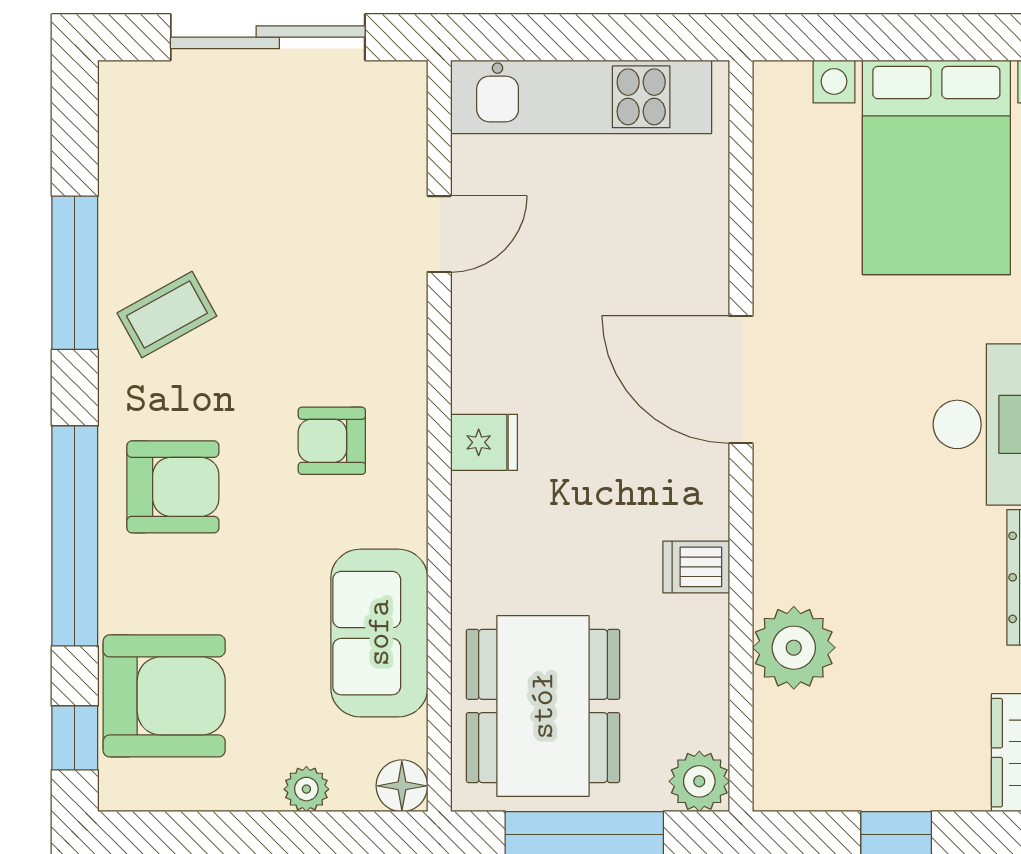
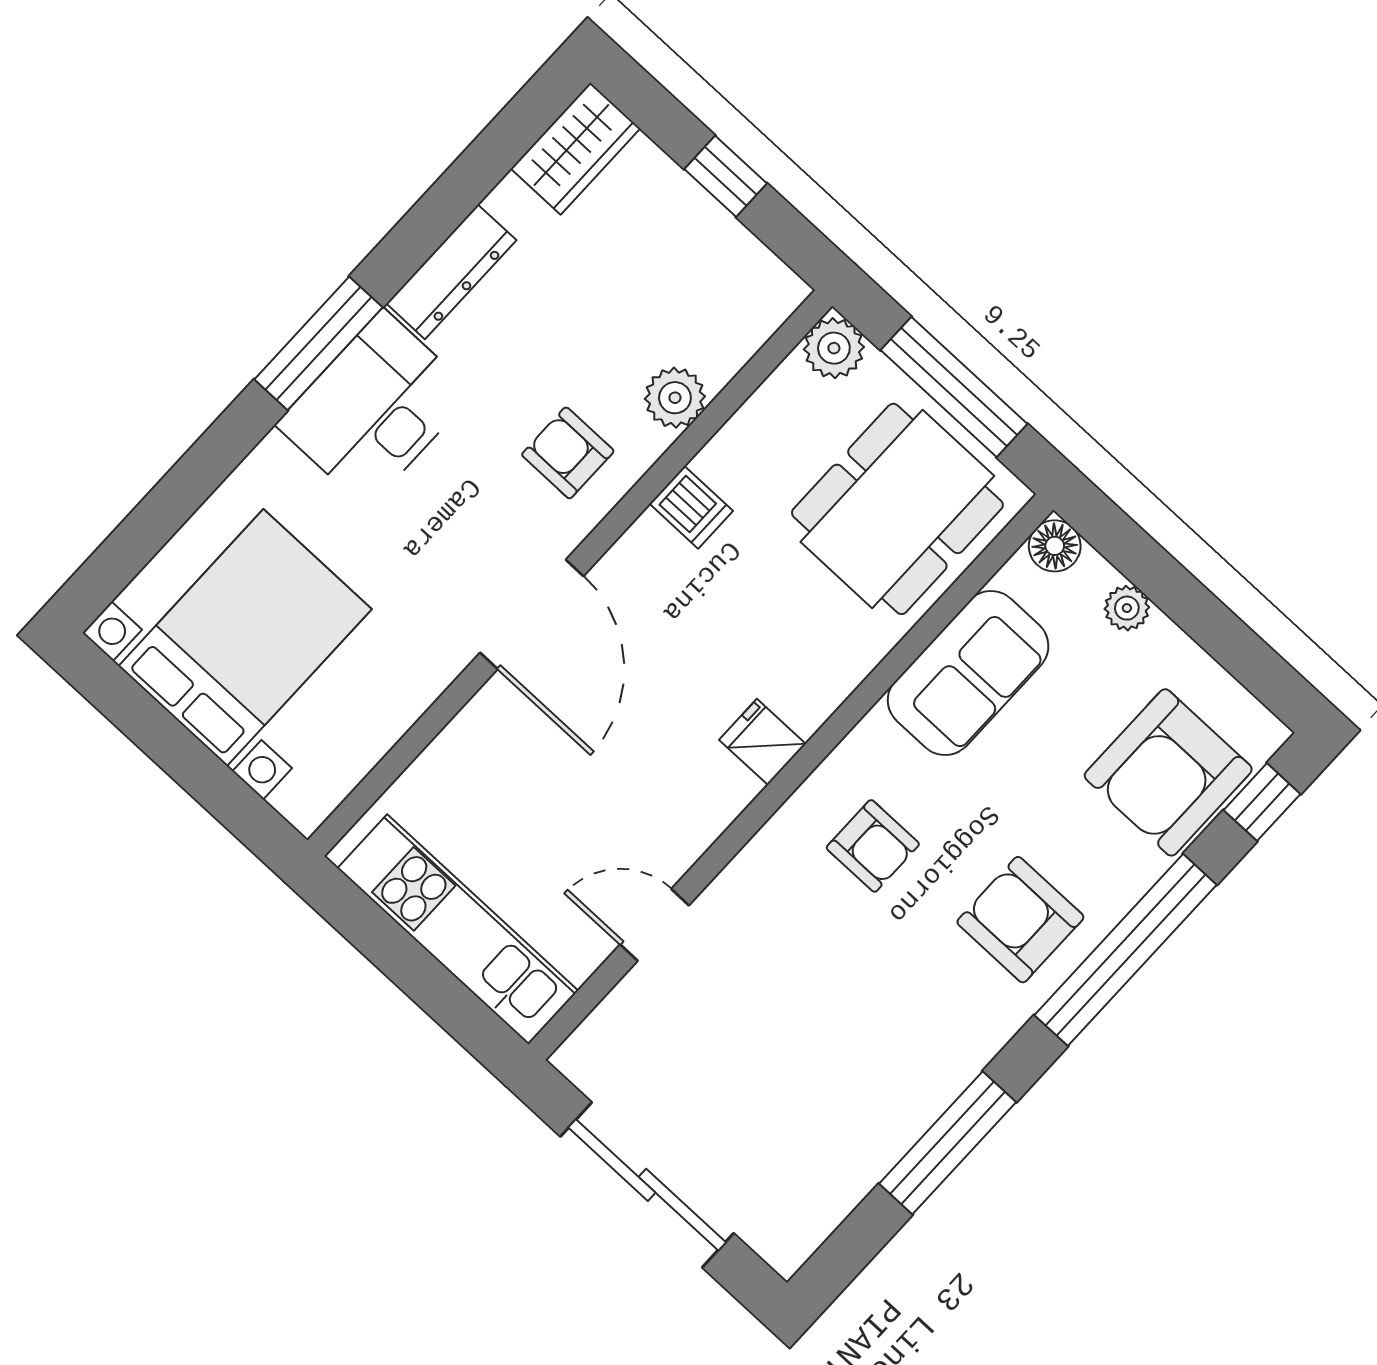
coffee table: (167, 315) -> (908, 1050), removed
armchair: (824, 523) -> (568, 453), added
plant: (794, 648) -> (675, 398), width x0.73, depth x0.73
armchair: (164, 696) -> (1168, 772), turned -90

